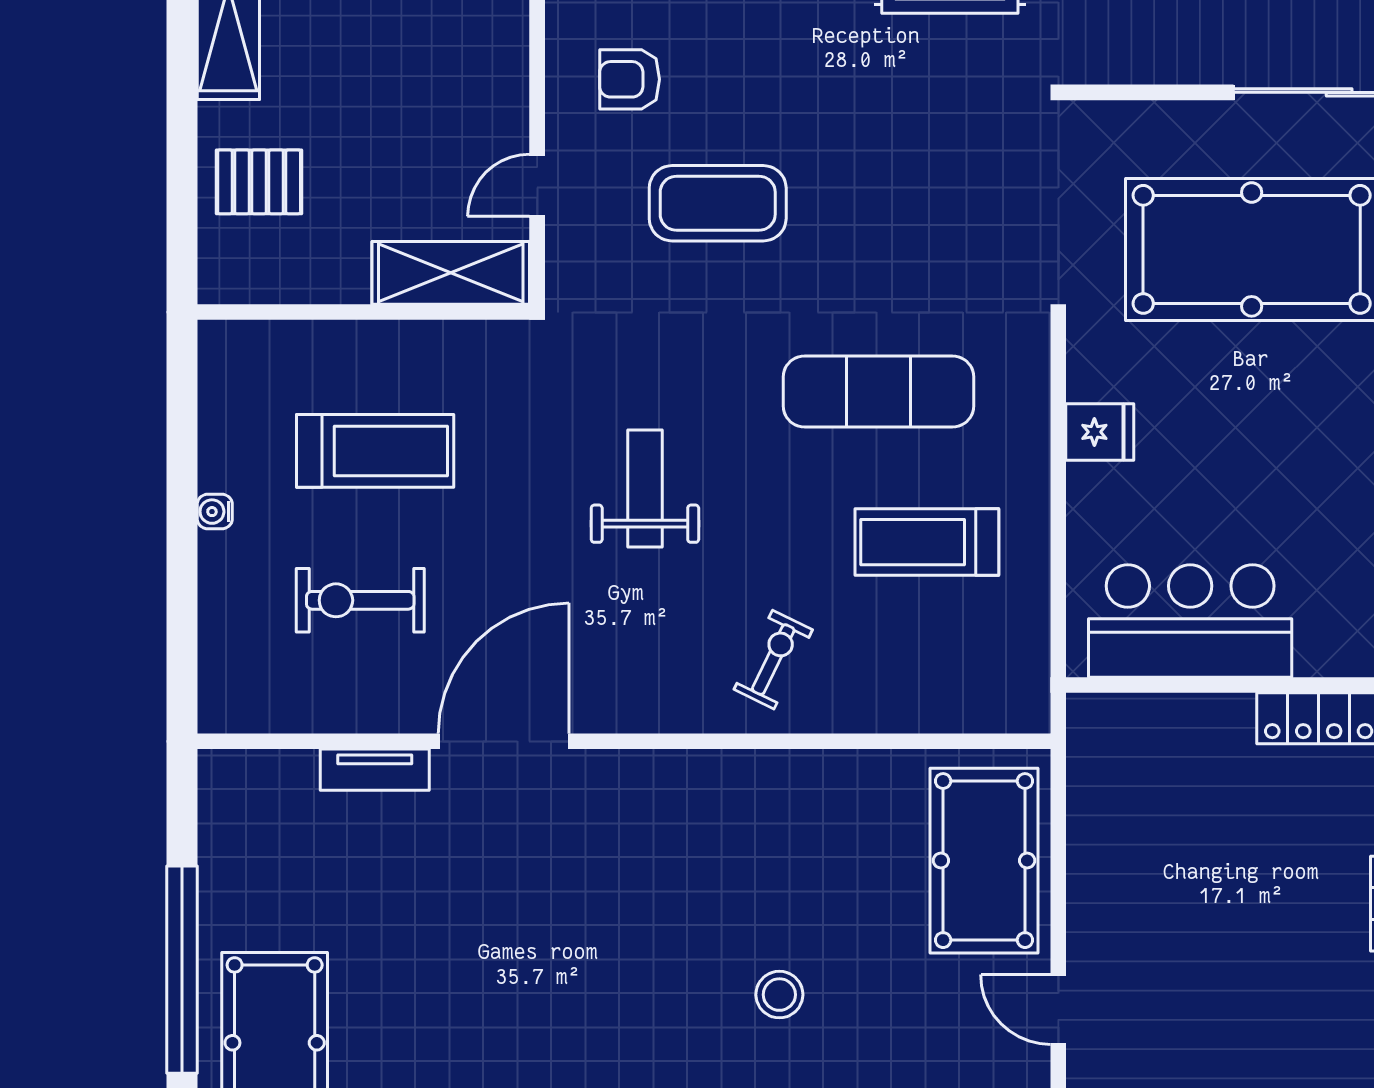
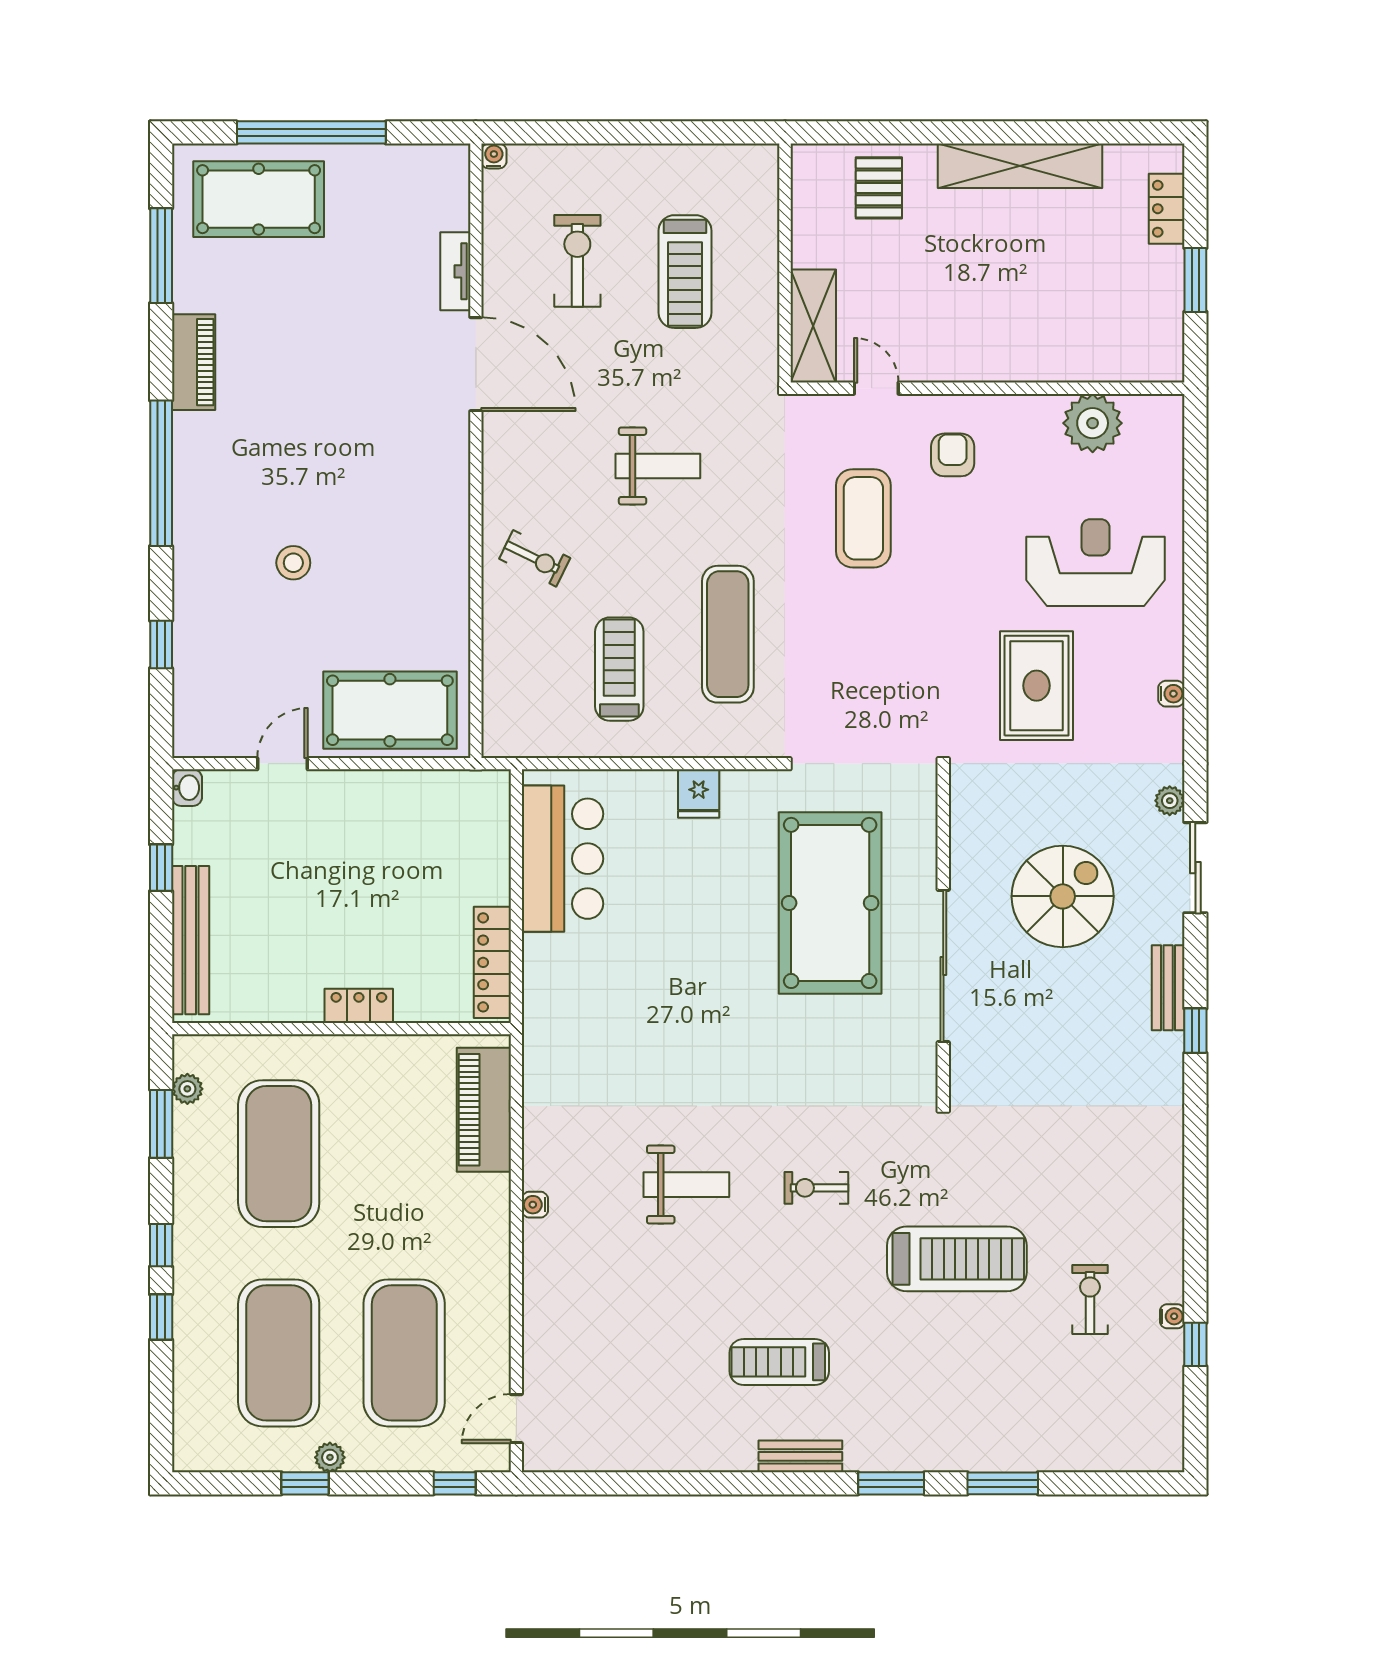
water cooler: (215, 512) -> (494, 156), moved

